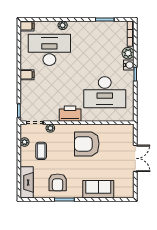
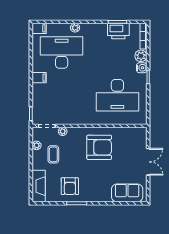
printer: (70, 114) -> (118, 31), moved, turned 180
armchair: (87, 144) -> (99, 147), turned 180
sofa: (98, 189) -> (127, 193), moved

